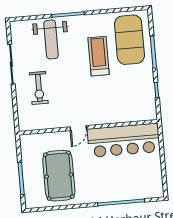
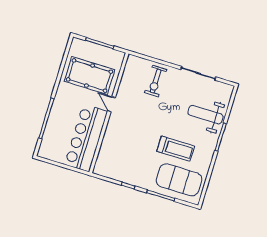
exercise bike: (39, 88) -> (156, 81), moved, turned -90
wall: (88, 127) -> (109, 113), moved
door: (78, 128) -> (111, 104), moved
bar counter: (124, 140) -> (86, 138), moved

